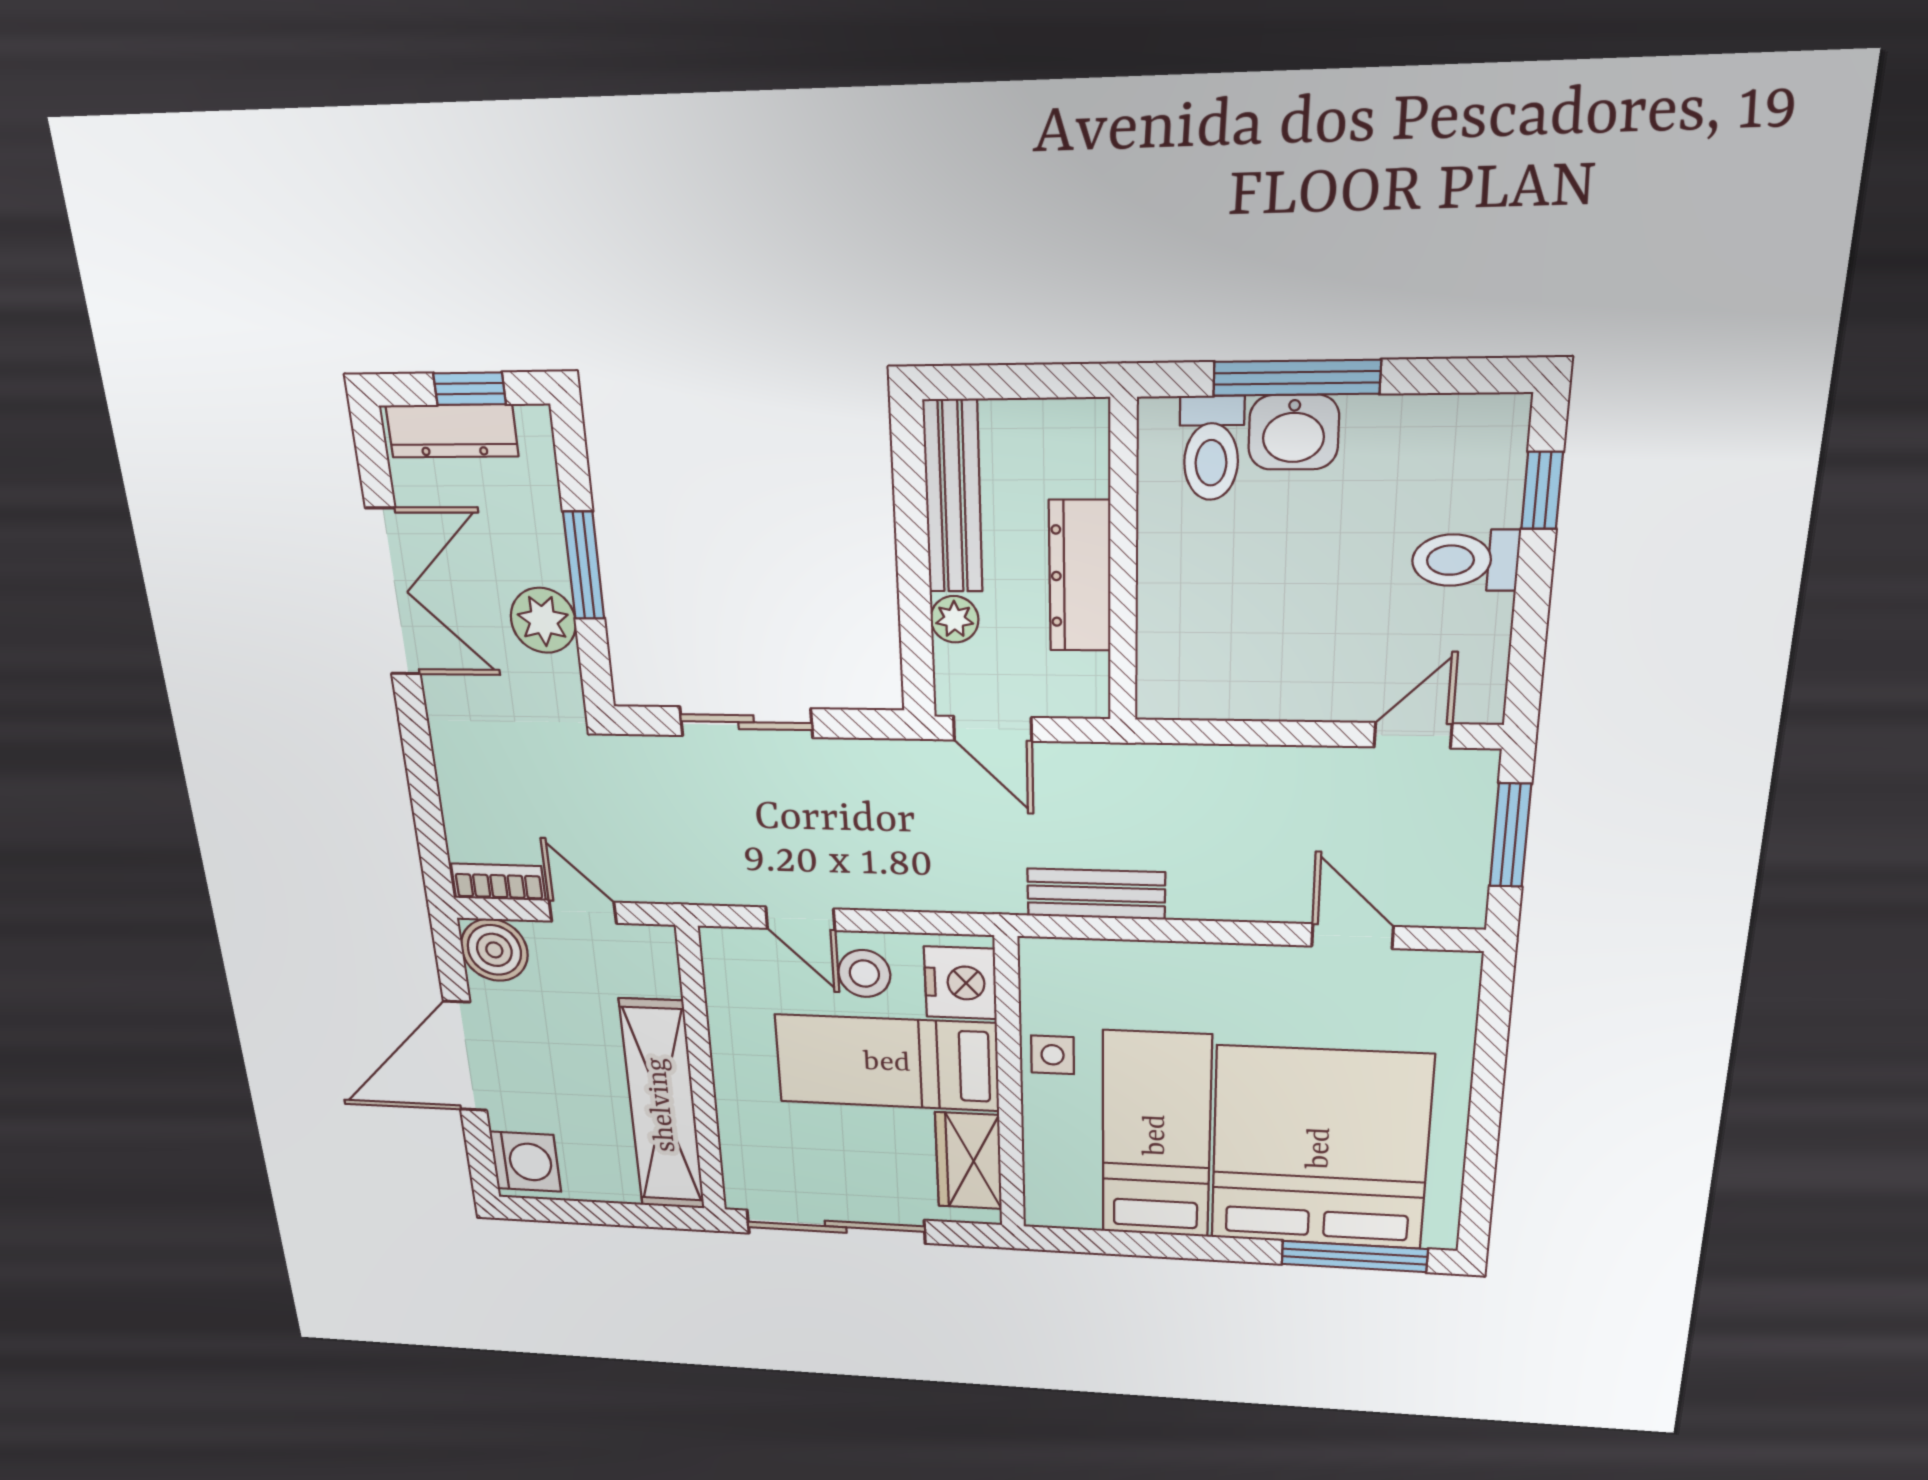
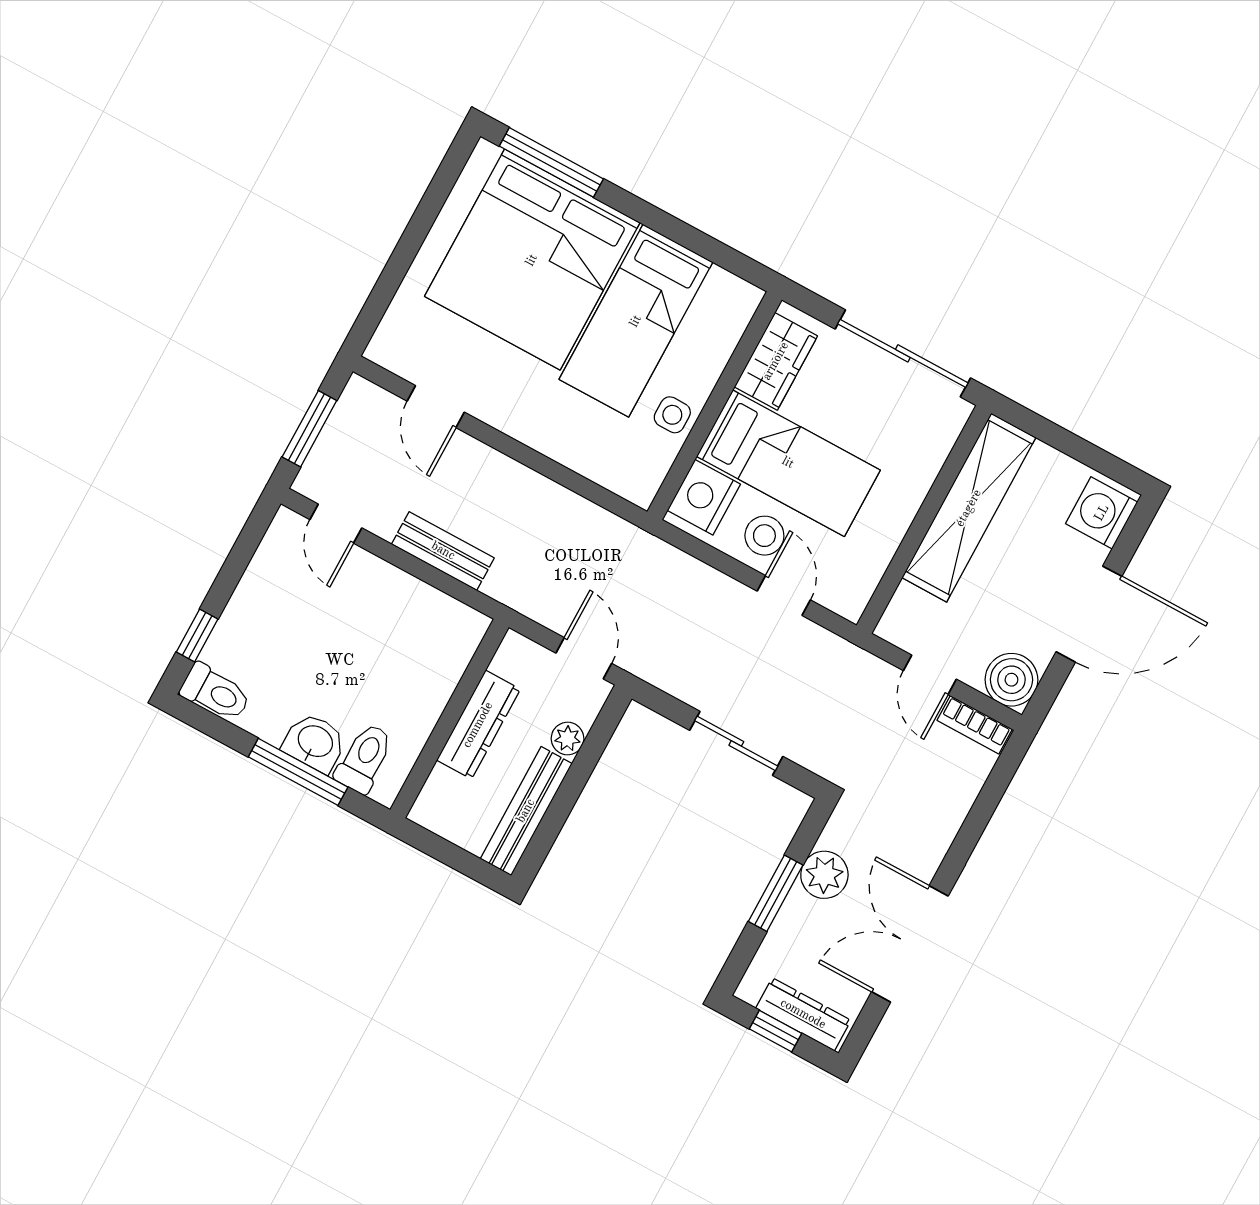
toilet: (1465, 560) -> (216, 692), moved
door: (1413, 735) -> (336, 524), hinge flipped
bench: (1096, 894) -> (443, 551), moved

